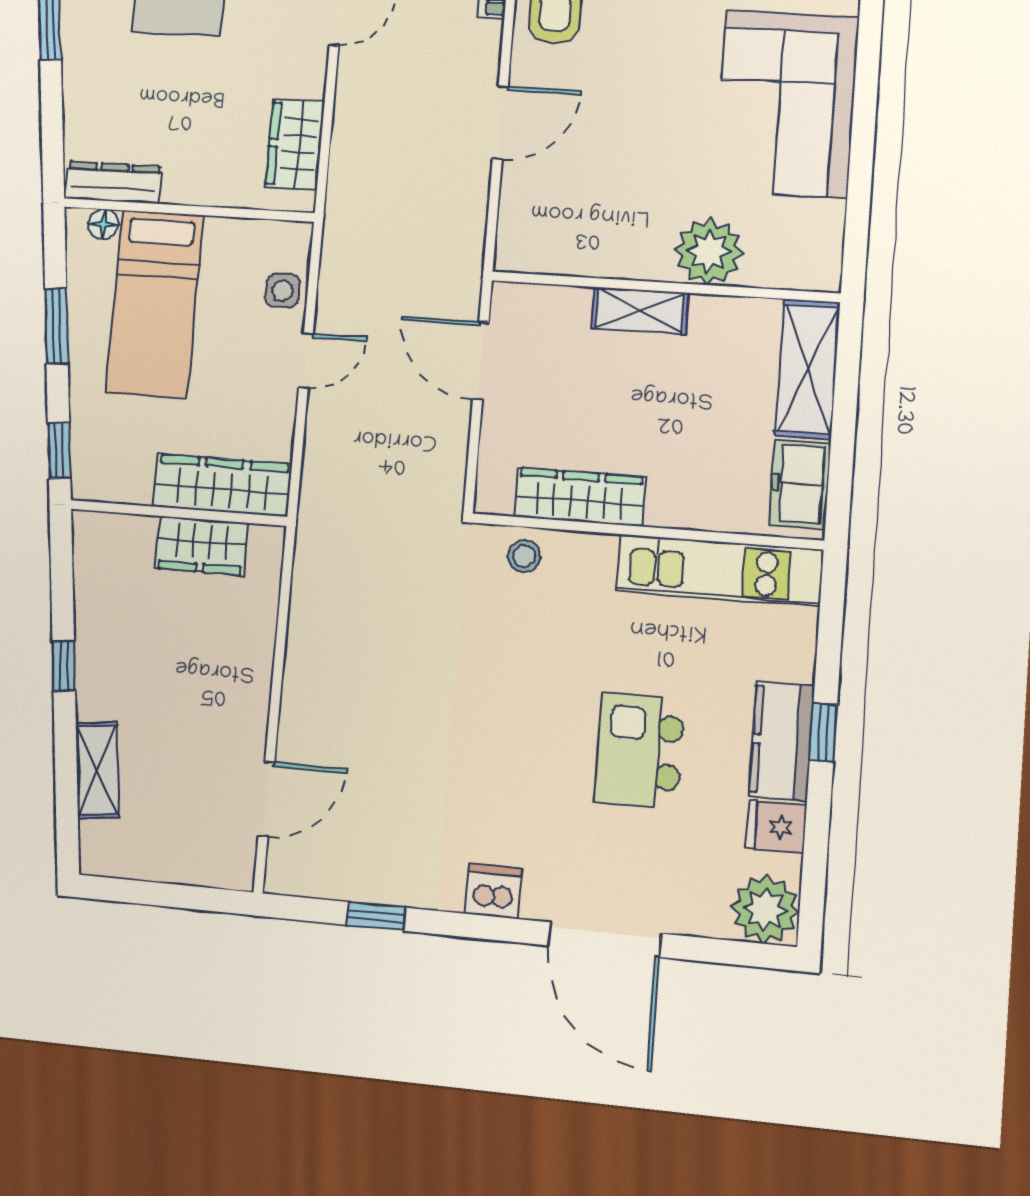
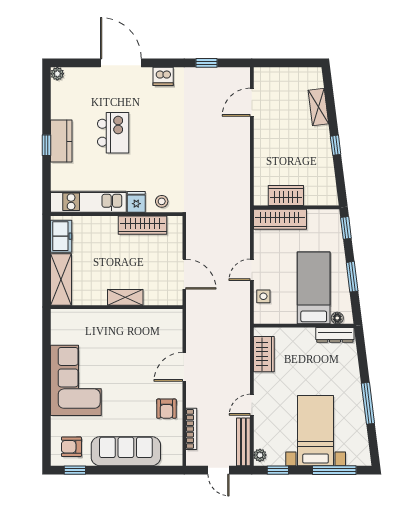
plant: (709, 251) -> (101, 322), removed
fridge: (776, 827) -> (136, 202), moved, turned -90
plant: (765, 909) -> (57, 74), width x0.53, depth x0.53

